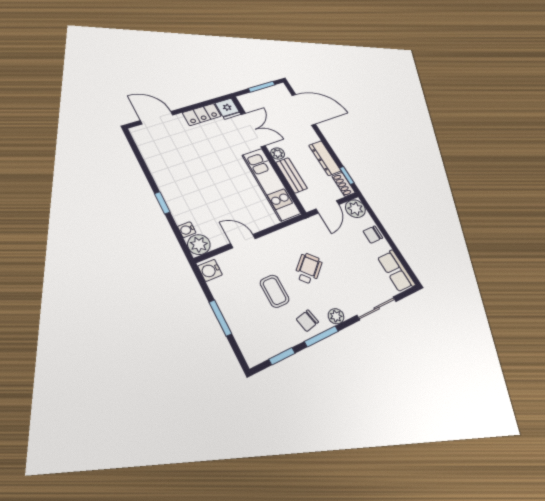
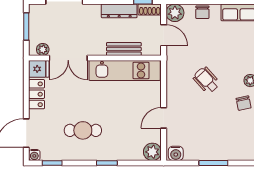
double door: (253, 130) -> (68, 58), swing flipped
window: (136, 151) -> (52, 163), added
plant: (278, 153) -> (43, 49), moved
cafe table: (187, 167) -> (83, 130), added
water cooler: (187, 230) -> (34, 155), moved
coffee table: (275, 291) -> (212, 115), removed

